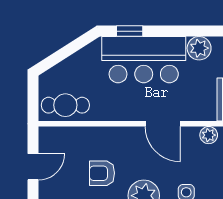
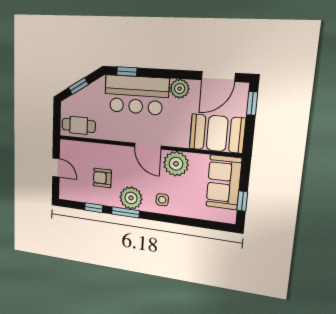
window: (64, 53) -> (78, 86), added
plant: (209, 135) -> (176, 164), width x1.88, depth x1.88
door: (33, 167) -> (56, 168), hinge flipped

